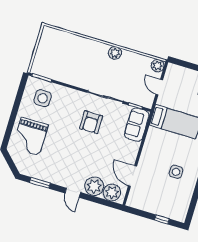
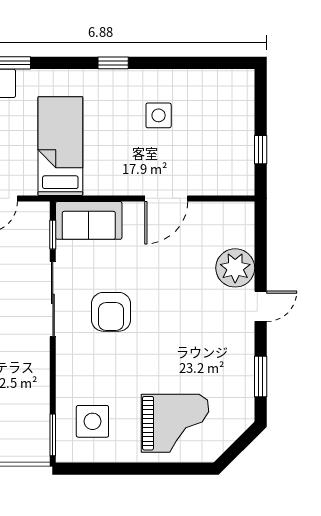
armchair: (91, 122) -> (111, 312), turned 90
door: (133, 176) -> (166, 198), moved
plant: (112, 193) -> (237, 229), removed
window: (162, 219) -> (261, 150), moved

